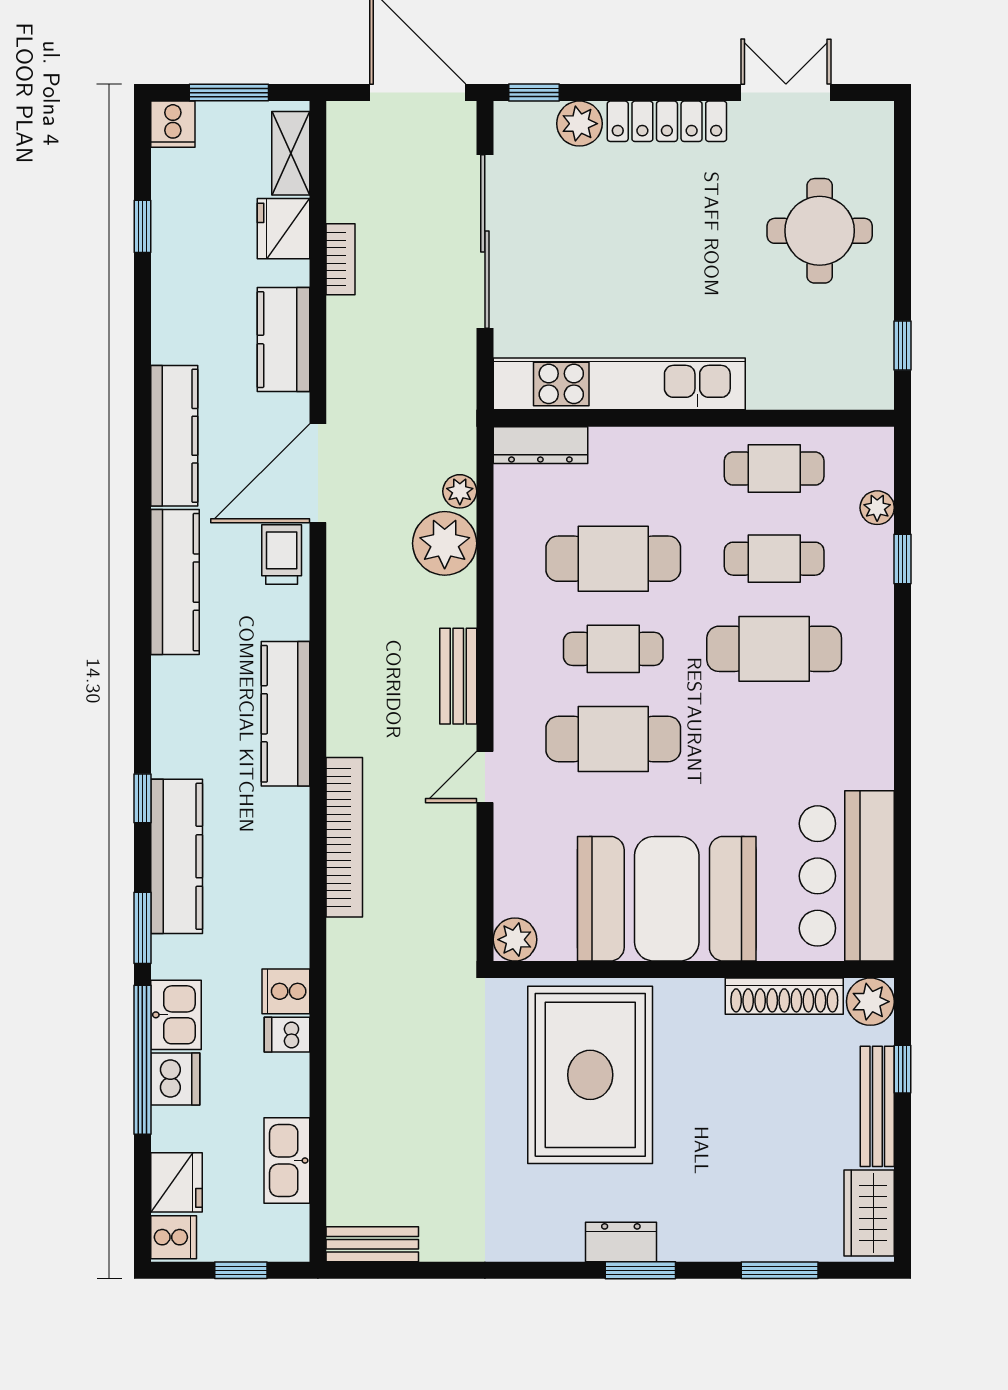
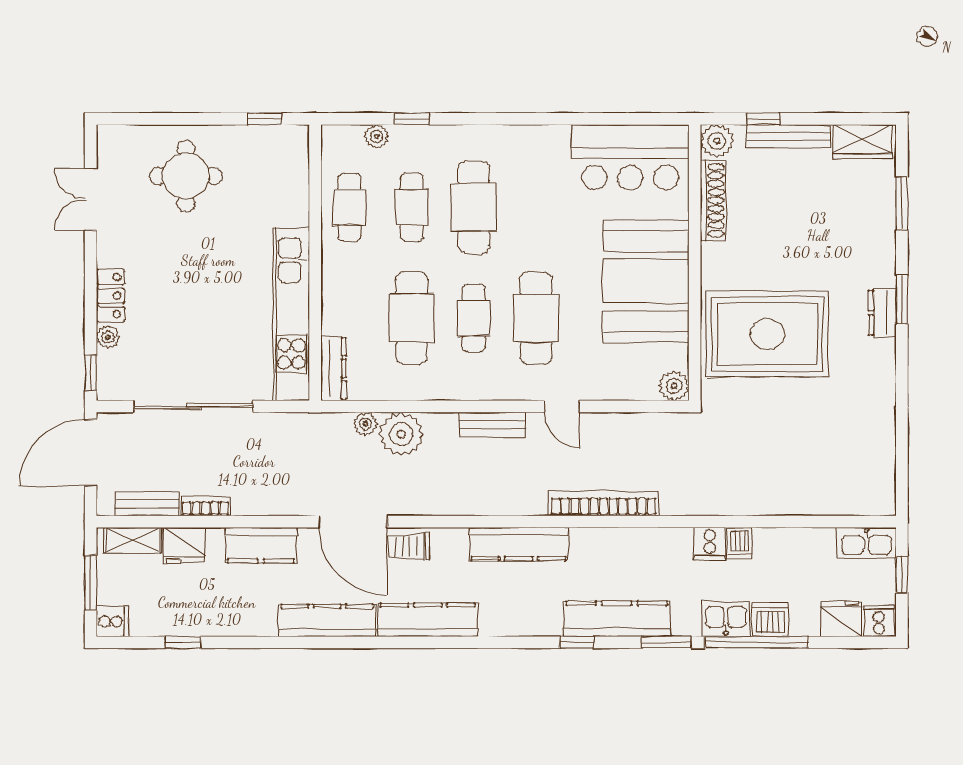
locker: (667, 121) -> (111, 296), width x0.66
plant: (579, 124) -> (108, 337), width x0.73, depth x0.73
kitchen sink: (287, 1160) -> (866, 543), moved
bench: (372, 1244) -> (147, 504), moved, turned 90

